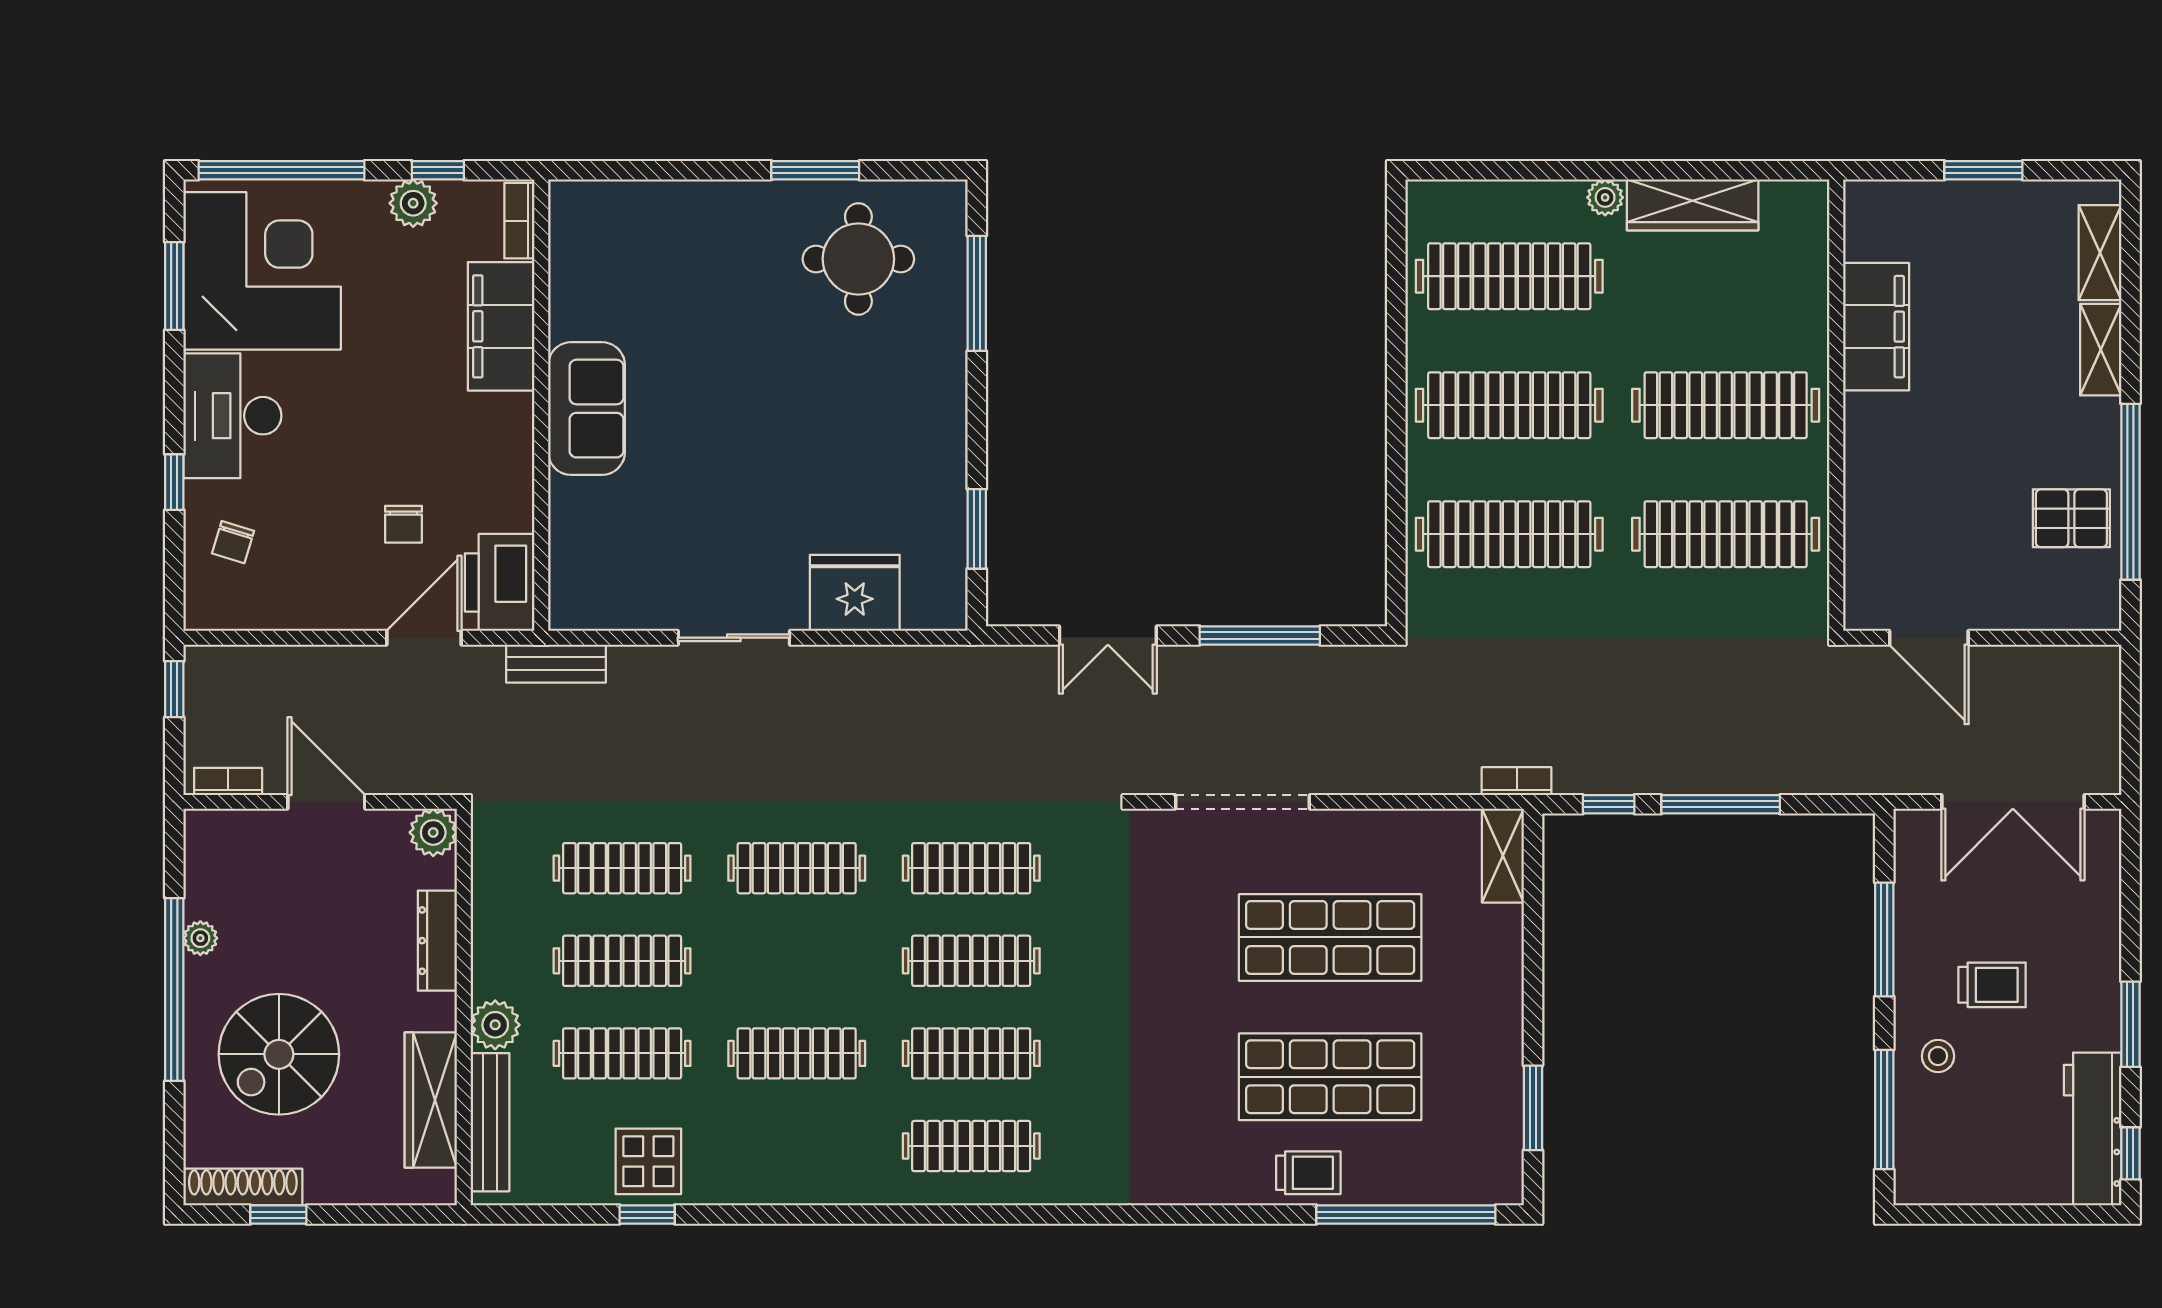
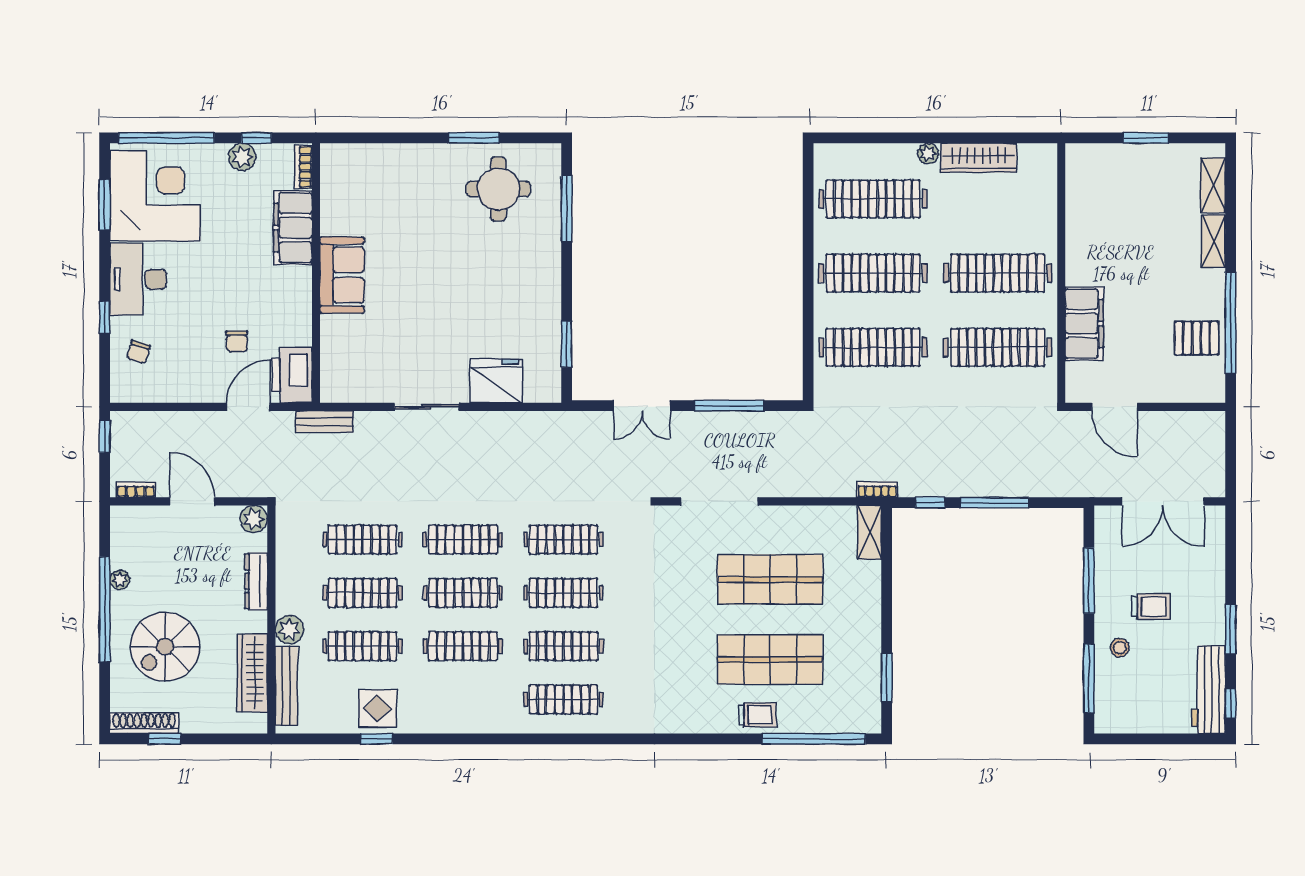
filing cabinet: (1876, 327) -> (1084, 324), moved
clothes rail: (797, 961) -> (463, 593), added

